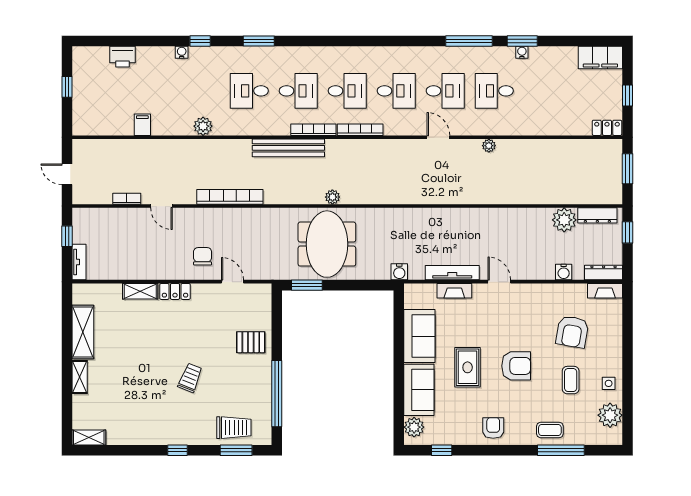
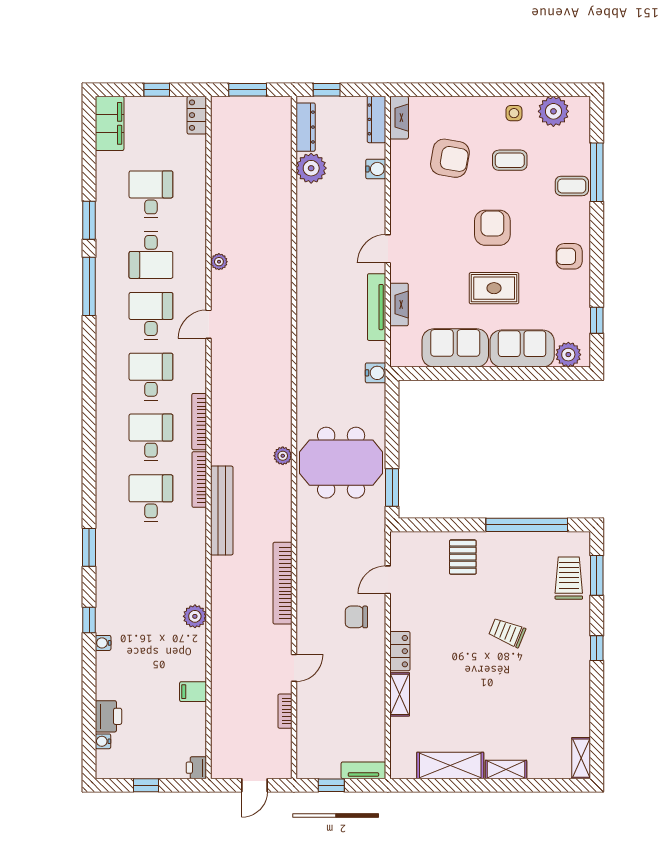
water cooler: (522, 52) -> (103, 741), moved
desk: (249, 91) -> (151, 194), moved, turned 180
printer: (81, 127) -> (196, 768), added
coffee table: (550, 430) -> (572, 186), turned 90

